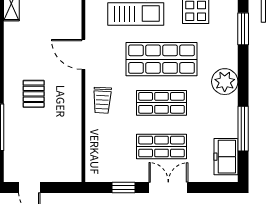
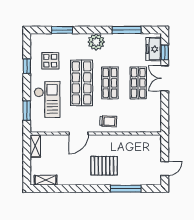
pallet: (34, 94) -> (104, 166), width x1.50, depth x1.42
freezer: (226, 157) -> (154, 49), moved, turned 90
window: (124, 187) -> (165, 53), moved

